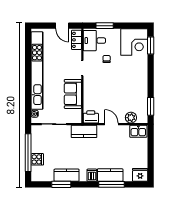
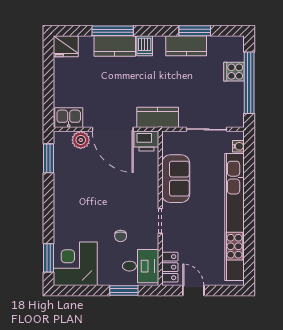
door: (111, 124) -> (113, 129), width x1.88

